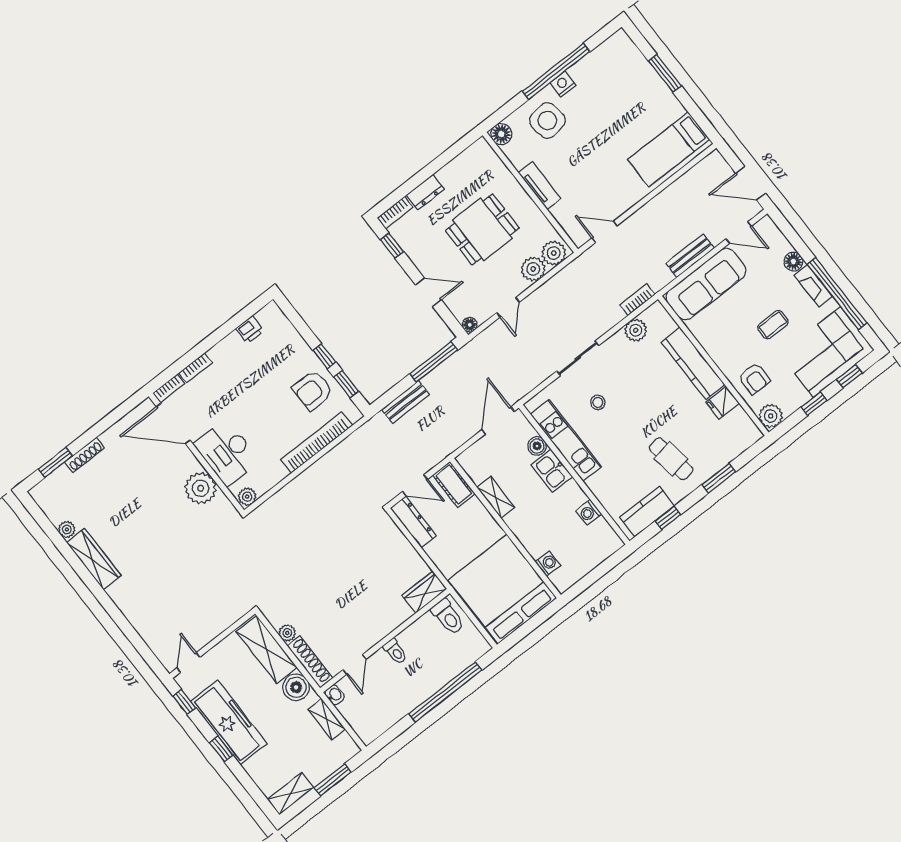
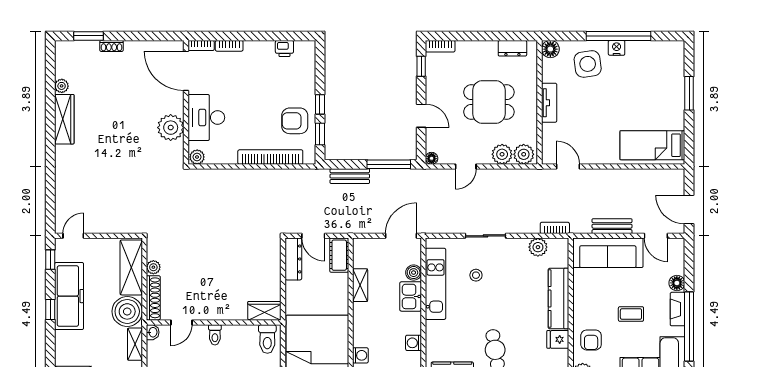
dresser: (425, 192) -> (512, 48), moved
shoe rack: (84, 455) -> (112, 46), width x0.70
boiler: (296, 687) -> (127, 311), width x1.37, depth x1.37

